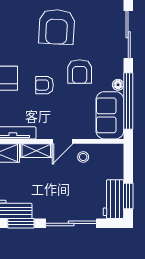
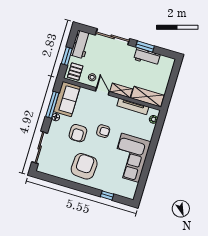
armchair: (80, 71) -> (78, 133), turned 180
window: (128, 101) -> (52, 105), width x0.68
door: (63, 141) -> (102, 91), hinge flipped
pallet: (110, 158) -> (75, 72), added
window: (128, 196) -> (67, 56), moved

